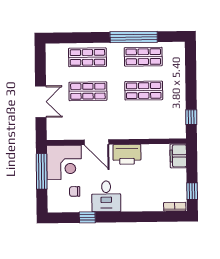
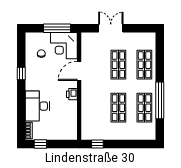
double door: (41, 102) -> (111, 28), swing flipped
printer: (127, 154) -> (72, 94), width x0.53, depth x0.68
filing cabinet: (178, 156) -> (68, 134), removed
desk: (106, 196) -> (37, 106), moved, width x1.37
window: (87, 217) -> (21, 73), moved

